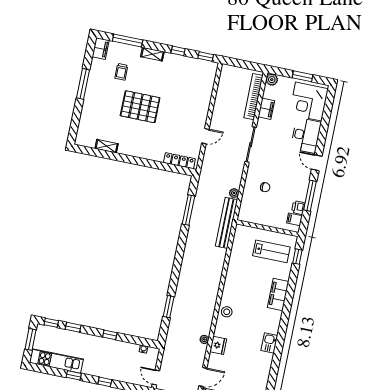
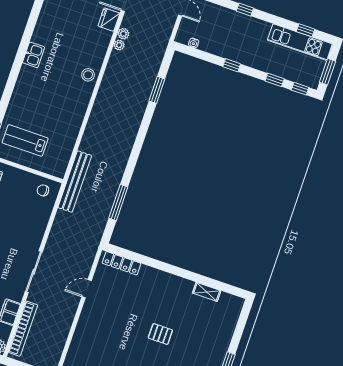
pallet: (140, 107) -> (160, 334), width x0.49, depth x0.50
chair: (265, 187) -> (43, 190), moved
plant: (234, 193) -> (123, 34), moved
filing cabinet: (278, 295) -> (24, 88), removed
kitchen sink: (269, 343) -> (34, 55), moved
fridge: (218, 345) -> (109, 20), moved
window: (74, 375) -> (306, 30), moved

